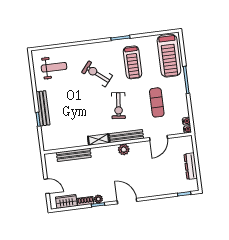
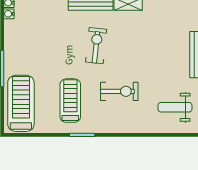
exercise bike: (97, 74) -> (119, 91), turned -39
exercise mat: (157, 102) -> (45, 43), removed

